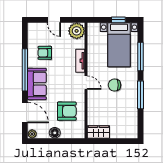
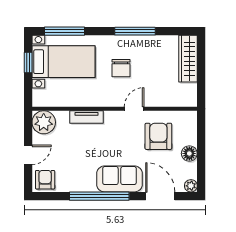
armchair: (45, 53) -> (45, 180), moved, turned 180
window: (140, 57) -> (65, 31), moved
door: (86, 83) -> (134, 109), moved
door: (25, 113) -> (160, 196), hinge flipped
wardrobe: (98, 132) -> (188, 59), moved, width x1.50

